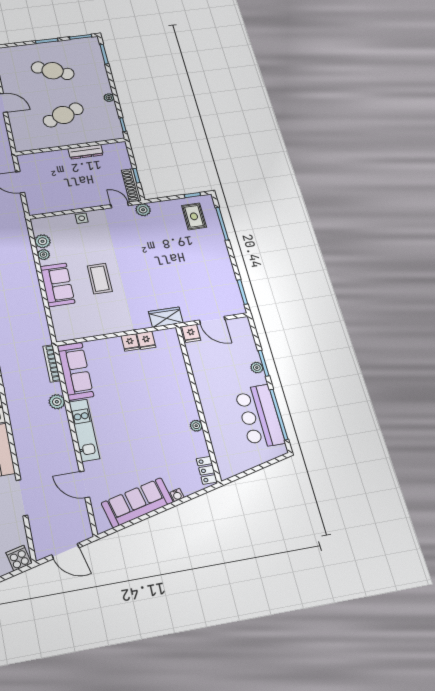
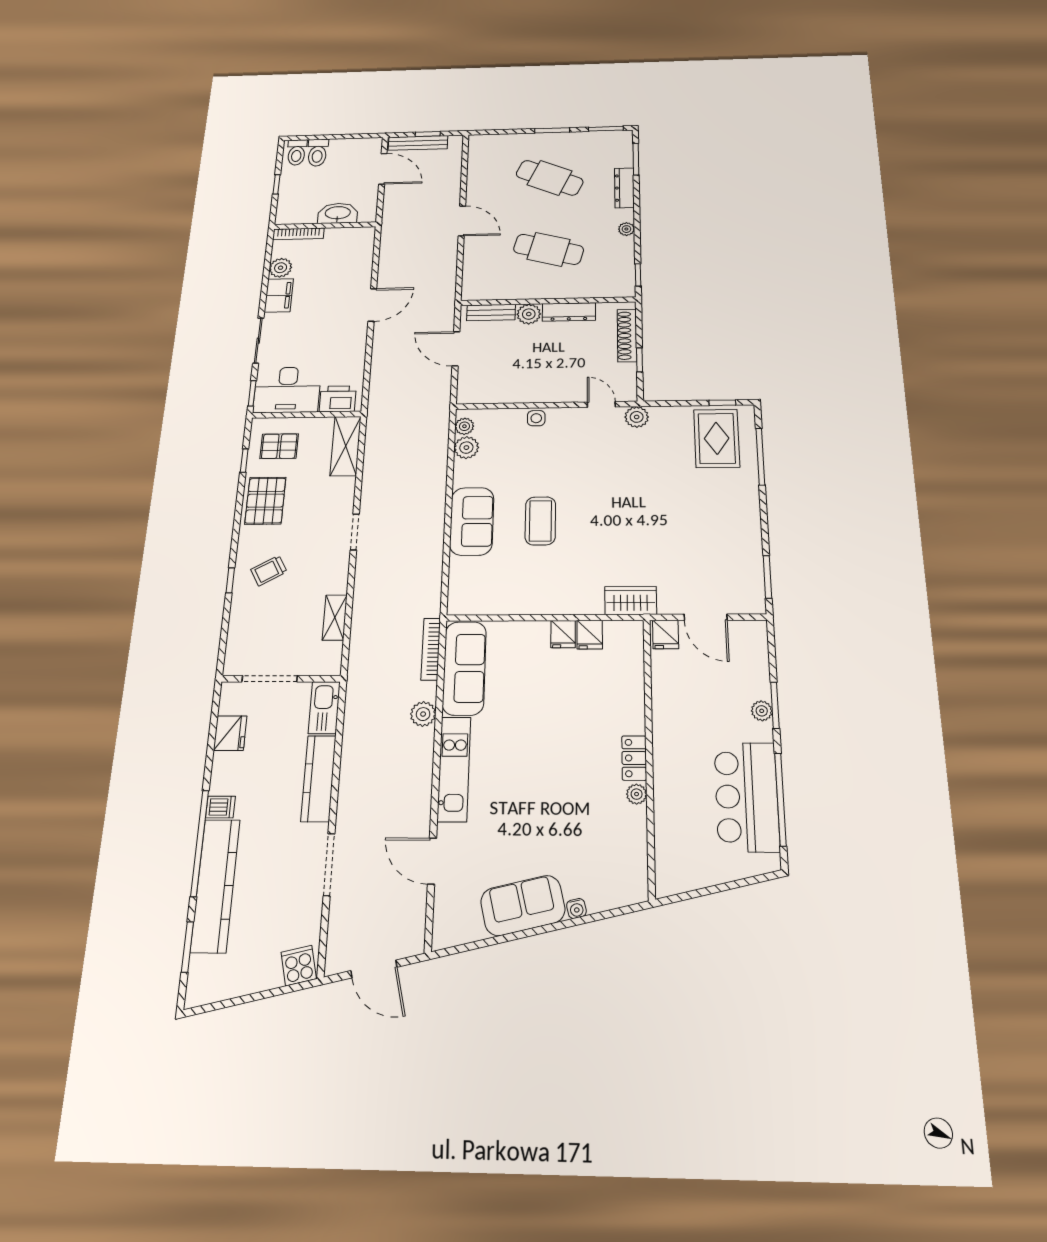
dresser: (101, 72) -> (624, 188), added
cafe table: (63, 115) -> (549, 249), turned 36
plant: (61, 156) -> (529, 314), added
bench: (37, 158) -> (491, 313), added
shoe rack: (131, 185) -> (627, 336), moved
rug: (194, 216) -> (717, 438), width x1.36, depth x1.43
plant: (44, 255) -> (464, 426), moved
locker: (207, 470) -> (634, 758), moved
sofa: (137, 503) -> (523, 906), width x0.73

